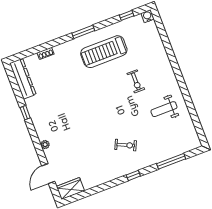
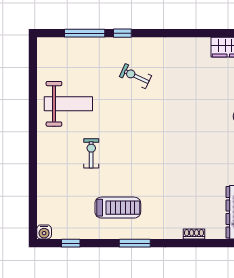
treadmill: (104, 52) -> (118, 208), width x0.73, depth x0.73
weight bench: (164, 109) -> (68, 104), width x1.36, depth x1.33
window: (133, 176) -> (122, 33), moved

